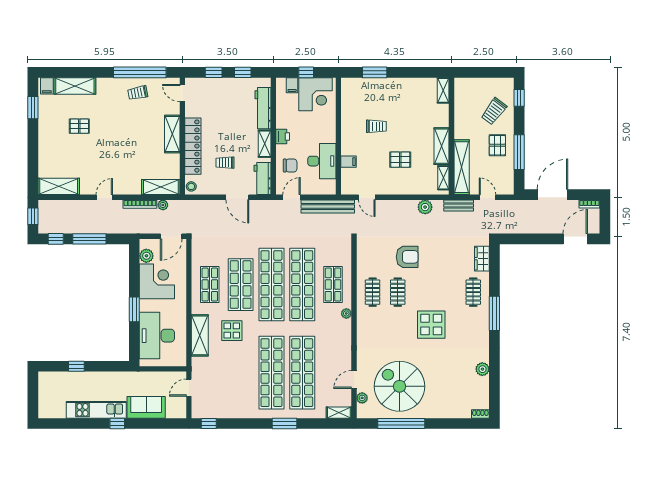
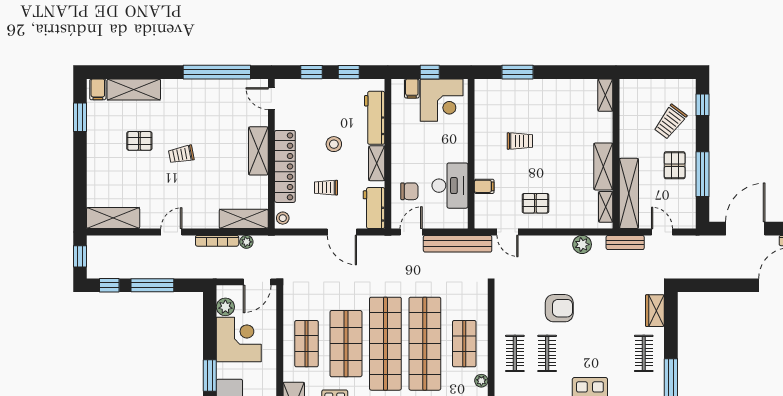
trolley: (138, 93) -> (181, 154), moved
stool: (231, 129) -> (334, 144), added
printer: (283, 136) -> (400, 154), removed
pallet: (400, 160) -> (535, 203), moved

